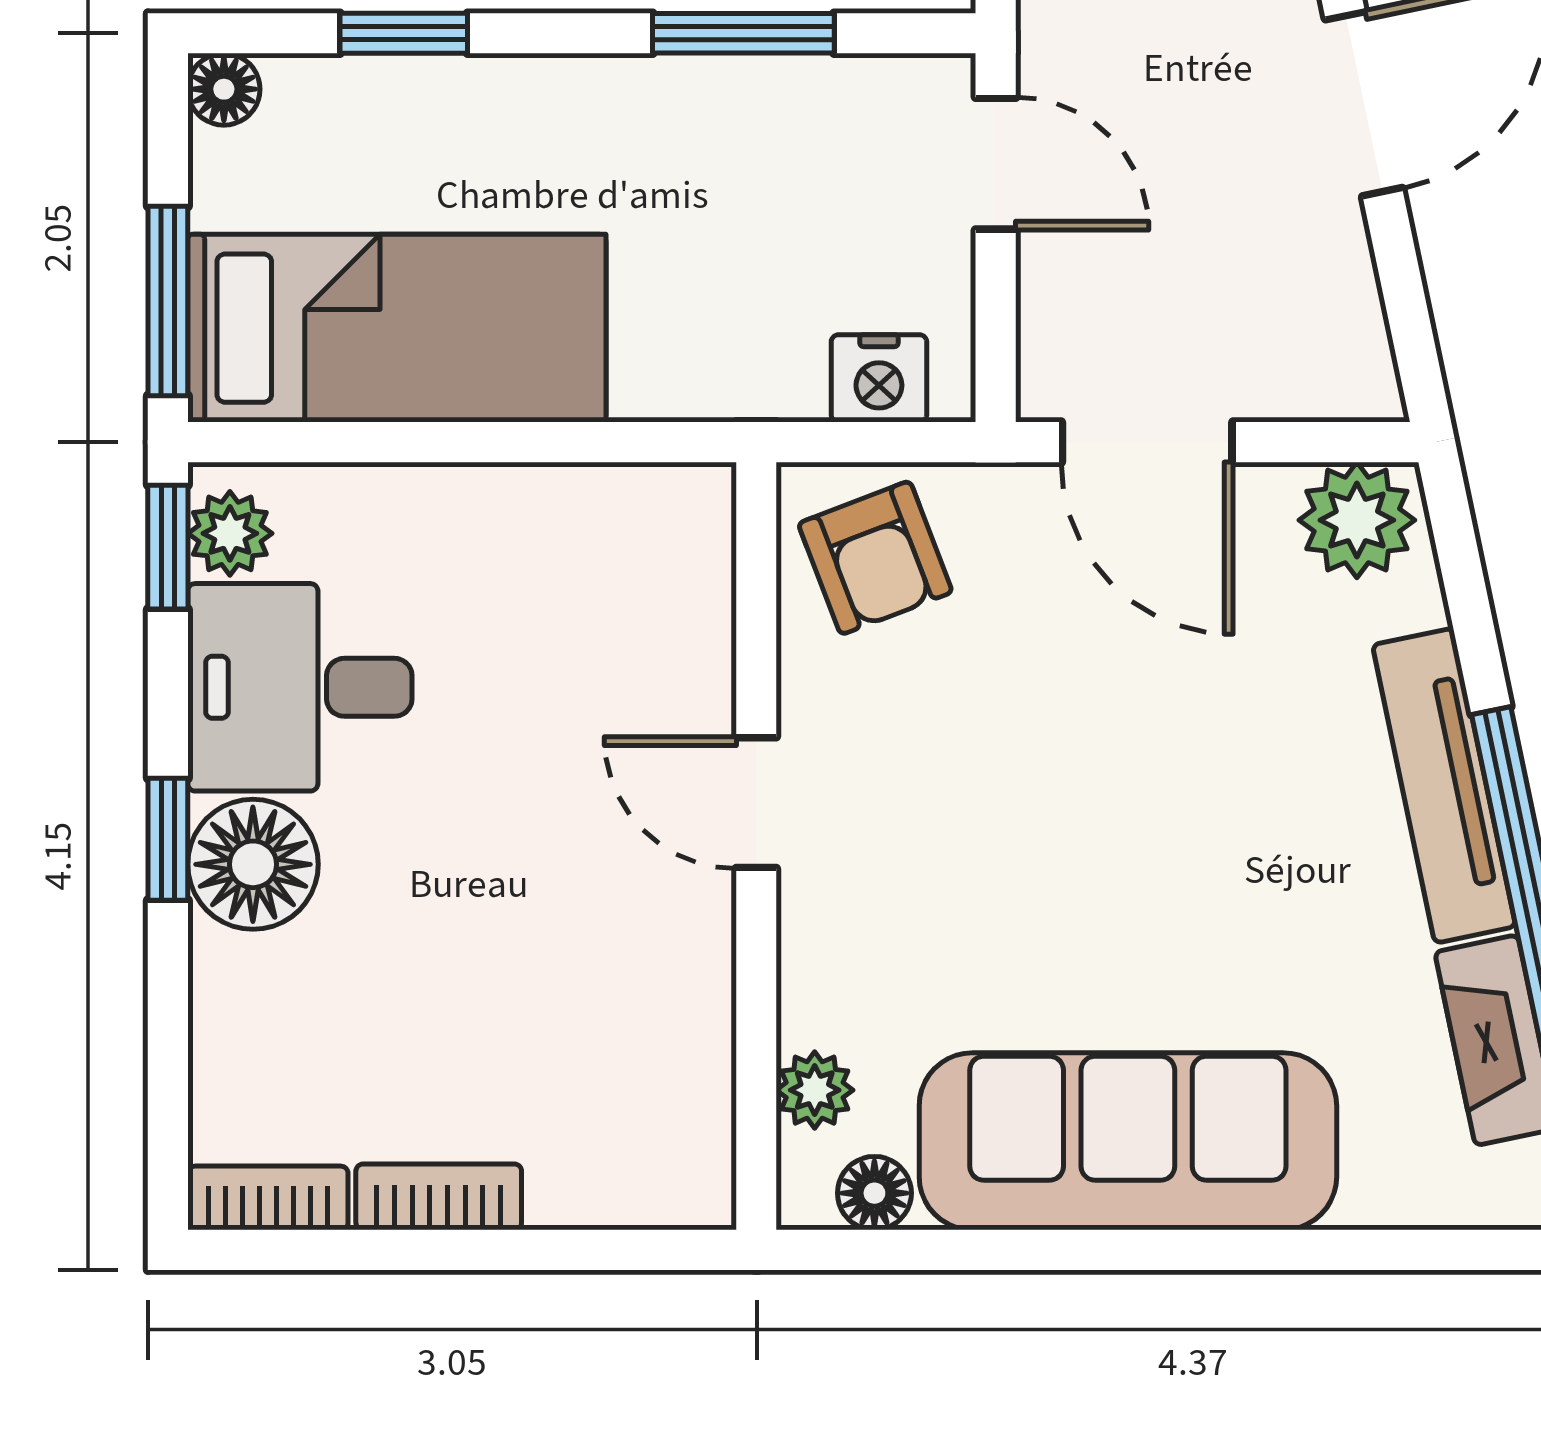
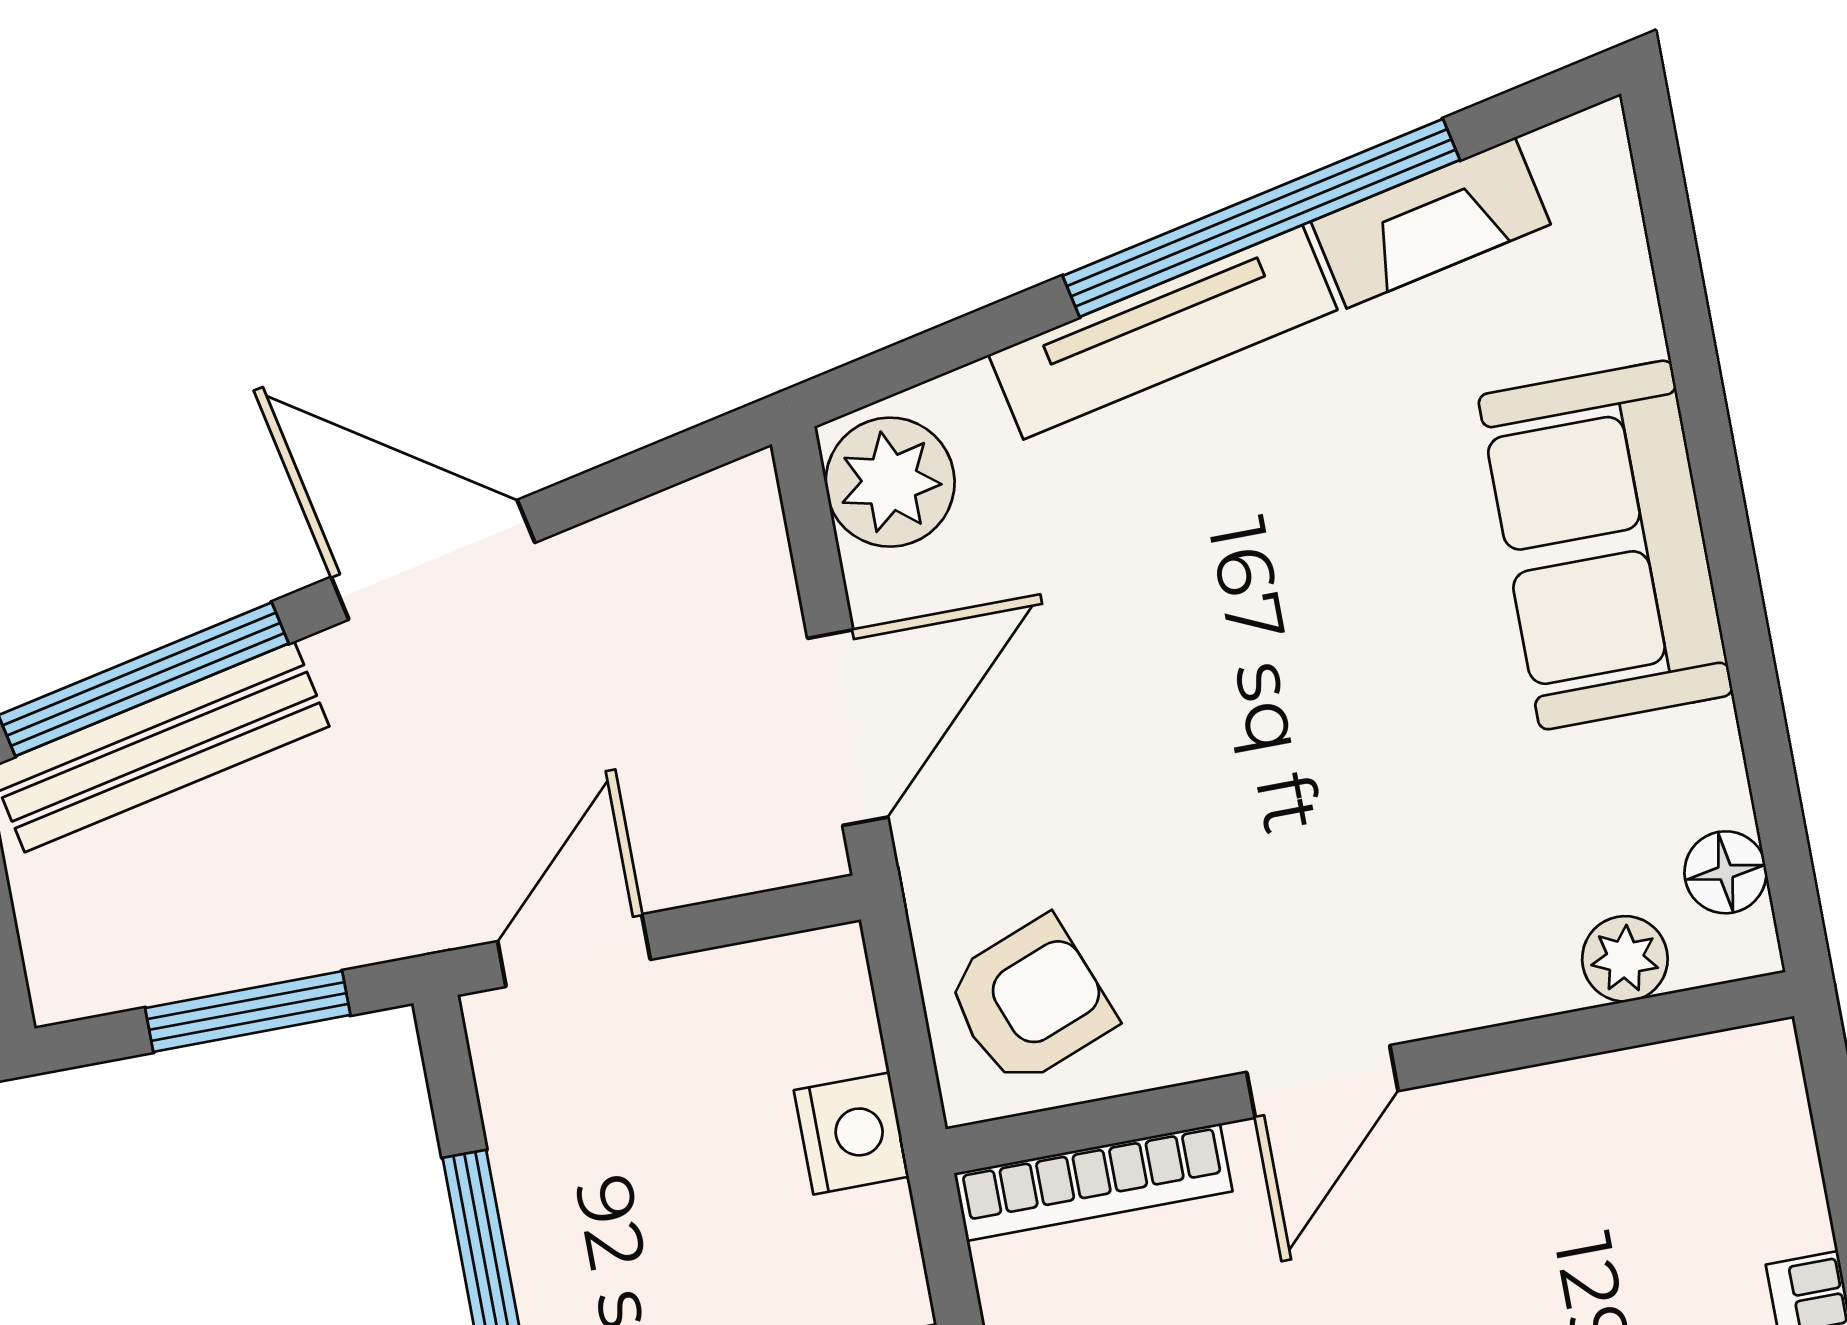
nightstand: (879, 378) -> (851, 1133), moved
bookcase: (705, 584) -> (1093, 1182), added
sofa: (1128, 1141) -> (1606, 545), width x0.73

